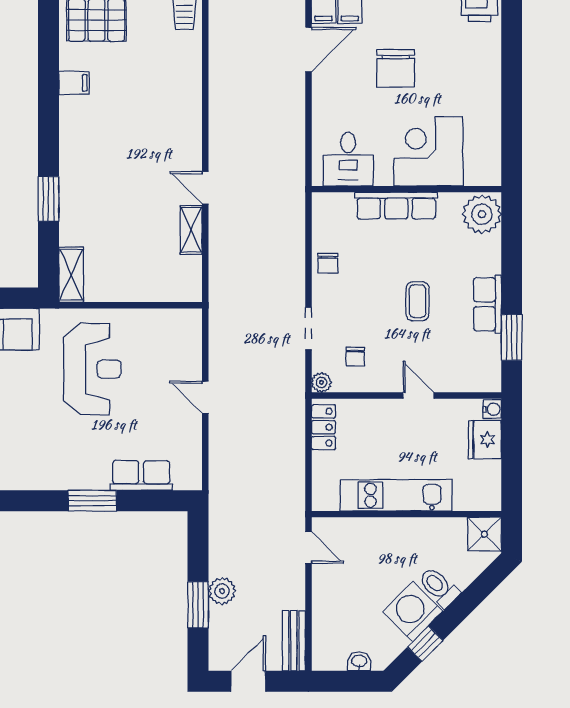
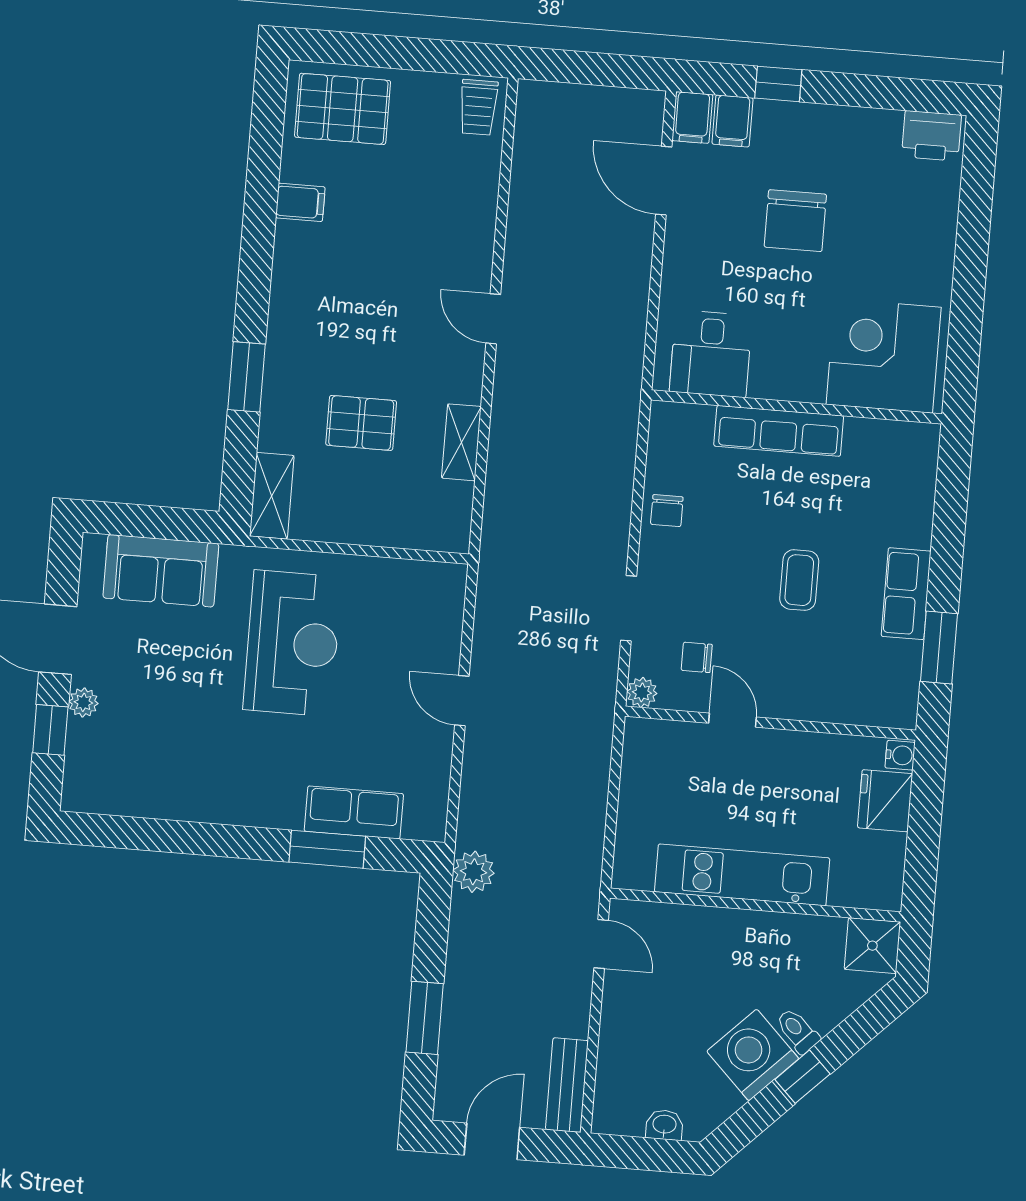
door: (308, 50) -> (664, 181), swing flipped
corner desk: (428, 151) -> (884, 356), moved
door: (205, 188) -> (493, 319), moved
plant: (482, 214) -> (909, 455), removed
pallet: (125, 223) -> (361, 423), added
chair: (355, 357) -> (697, 657), turned 90
door: (418, 395) -> (733, 720), moved
locker: (324, 427) -> (639, 761), removed
window: (92, 501) -> (327, 849), moved
toilet: (439, 587) -> (798, 1031), width x0.73, depth x0.72
plant: (222, 591) -> (474, 872), moved
window: (425, 644) -> (802, 1077), moved

